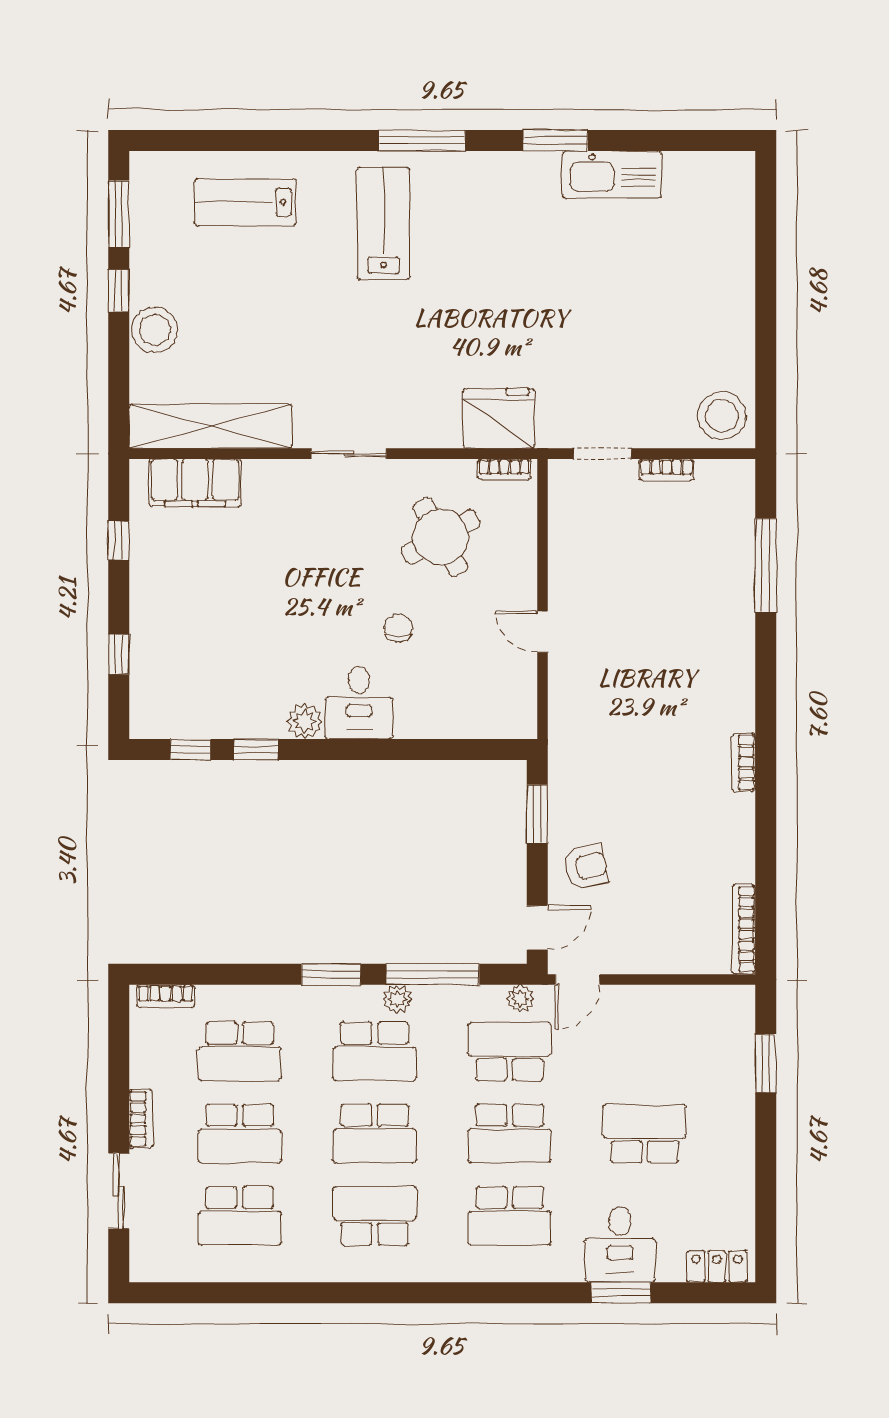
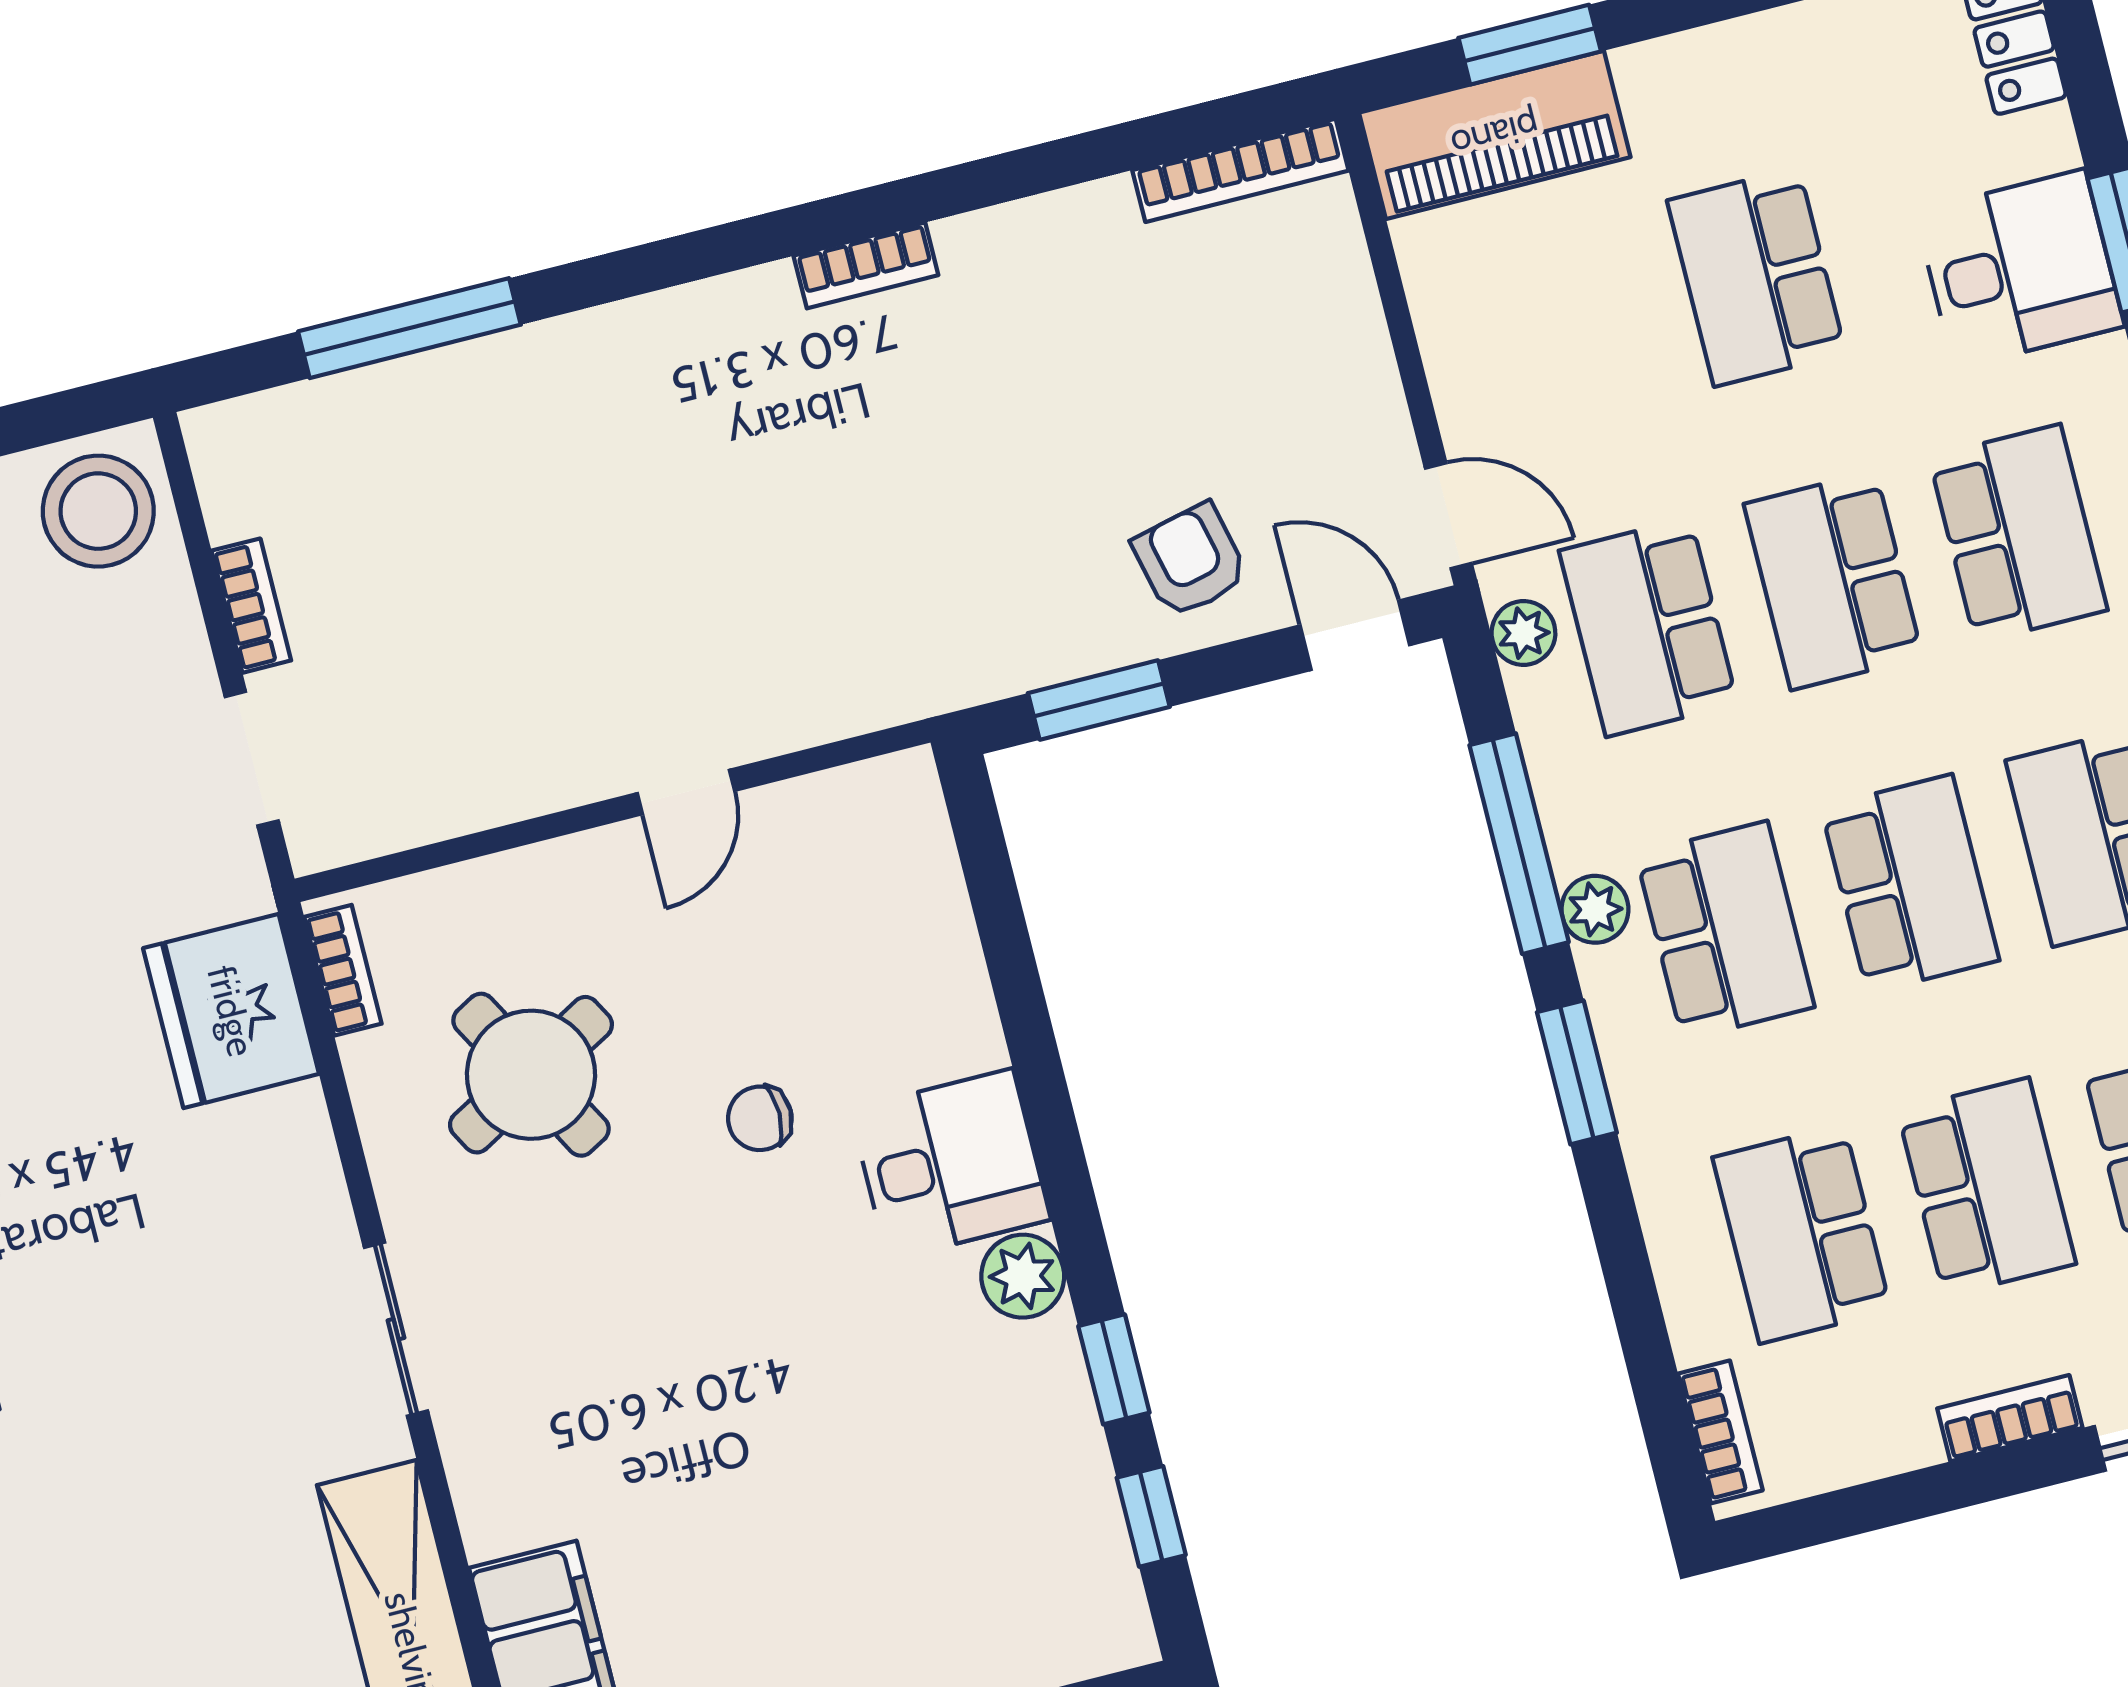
piano: (732, 1039) -> (1495, 135), added
school desk: (240, 1051) -> (1802, 1234), turned 180
school desk: (510, 1134) -> (1833, 580), turned 180

